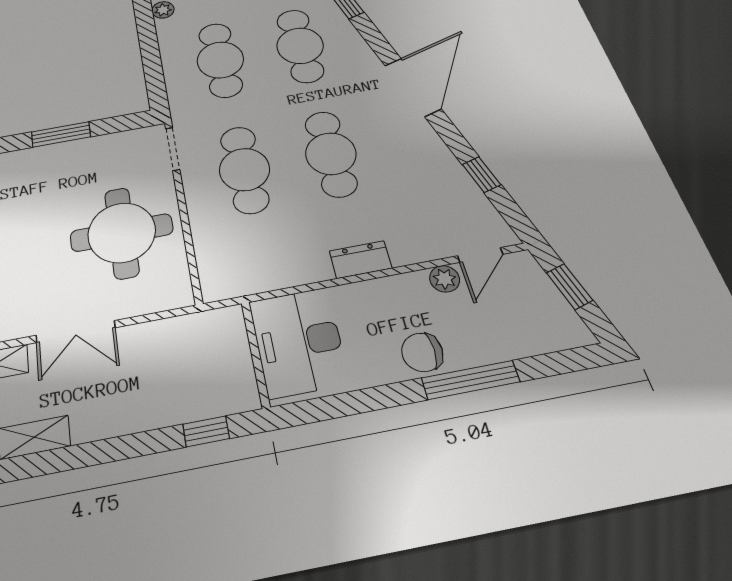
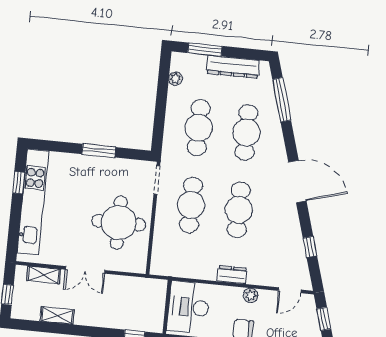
door: (413, 87) -> (297, 182), hinge flipped
plant: (445, 279) -> (251, 295), moved

